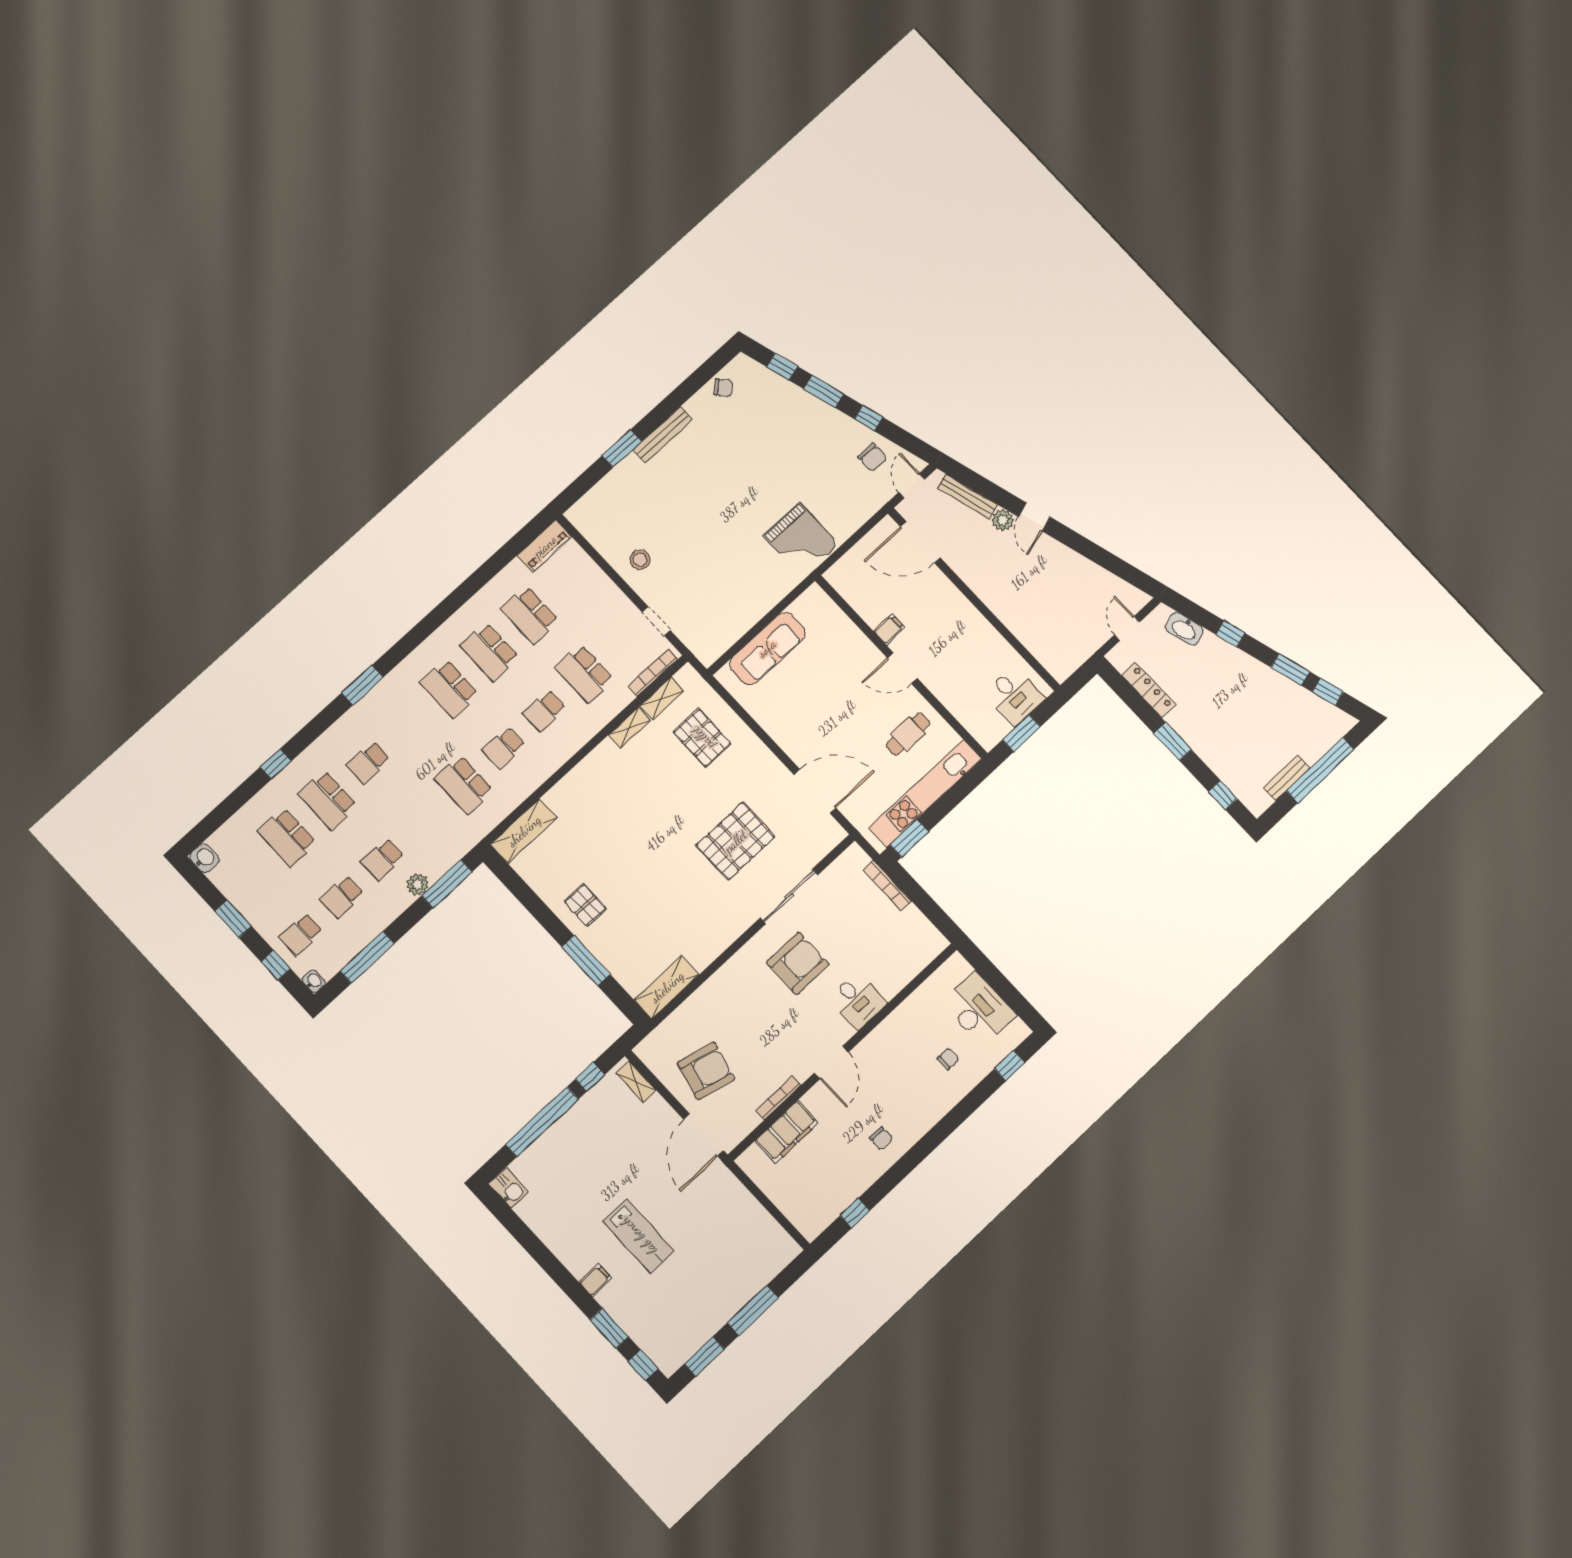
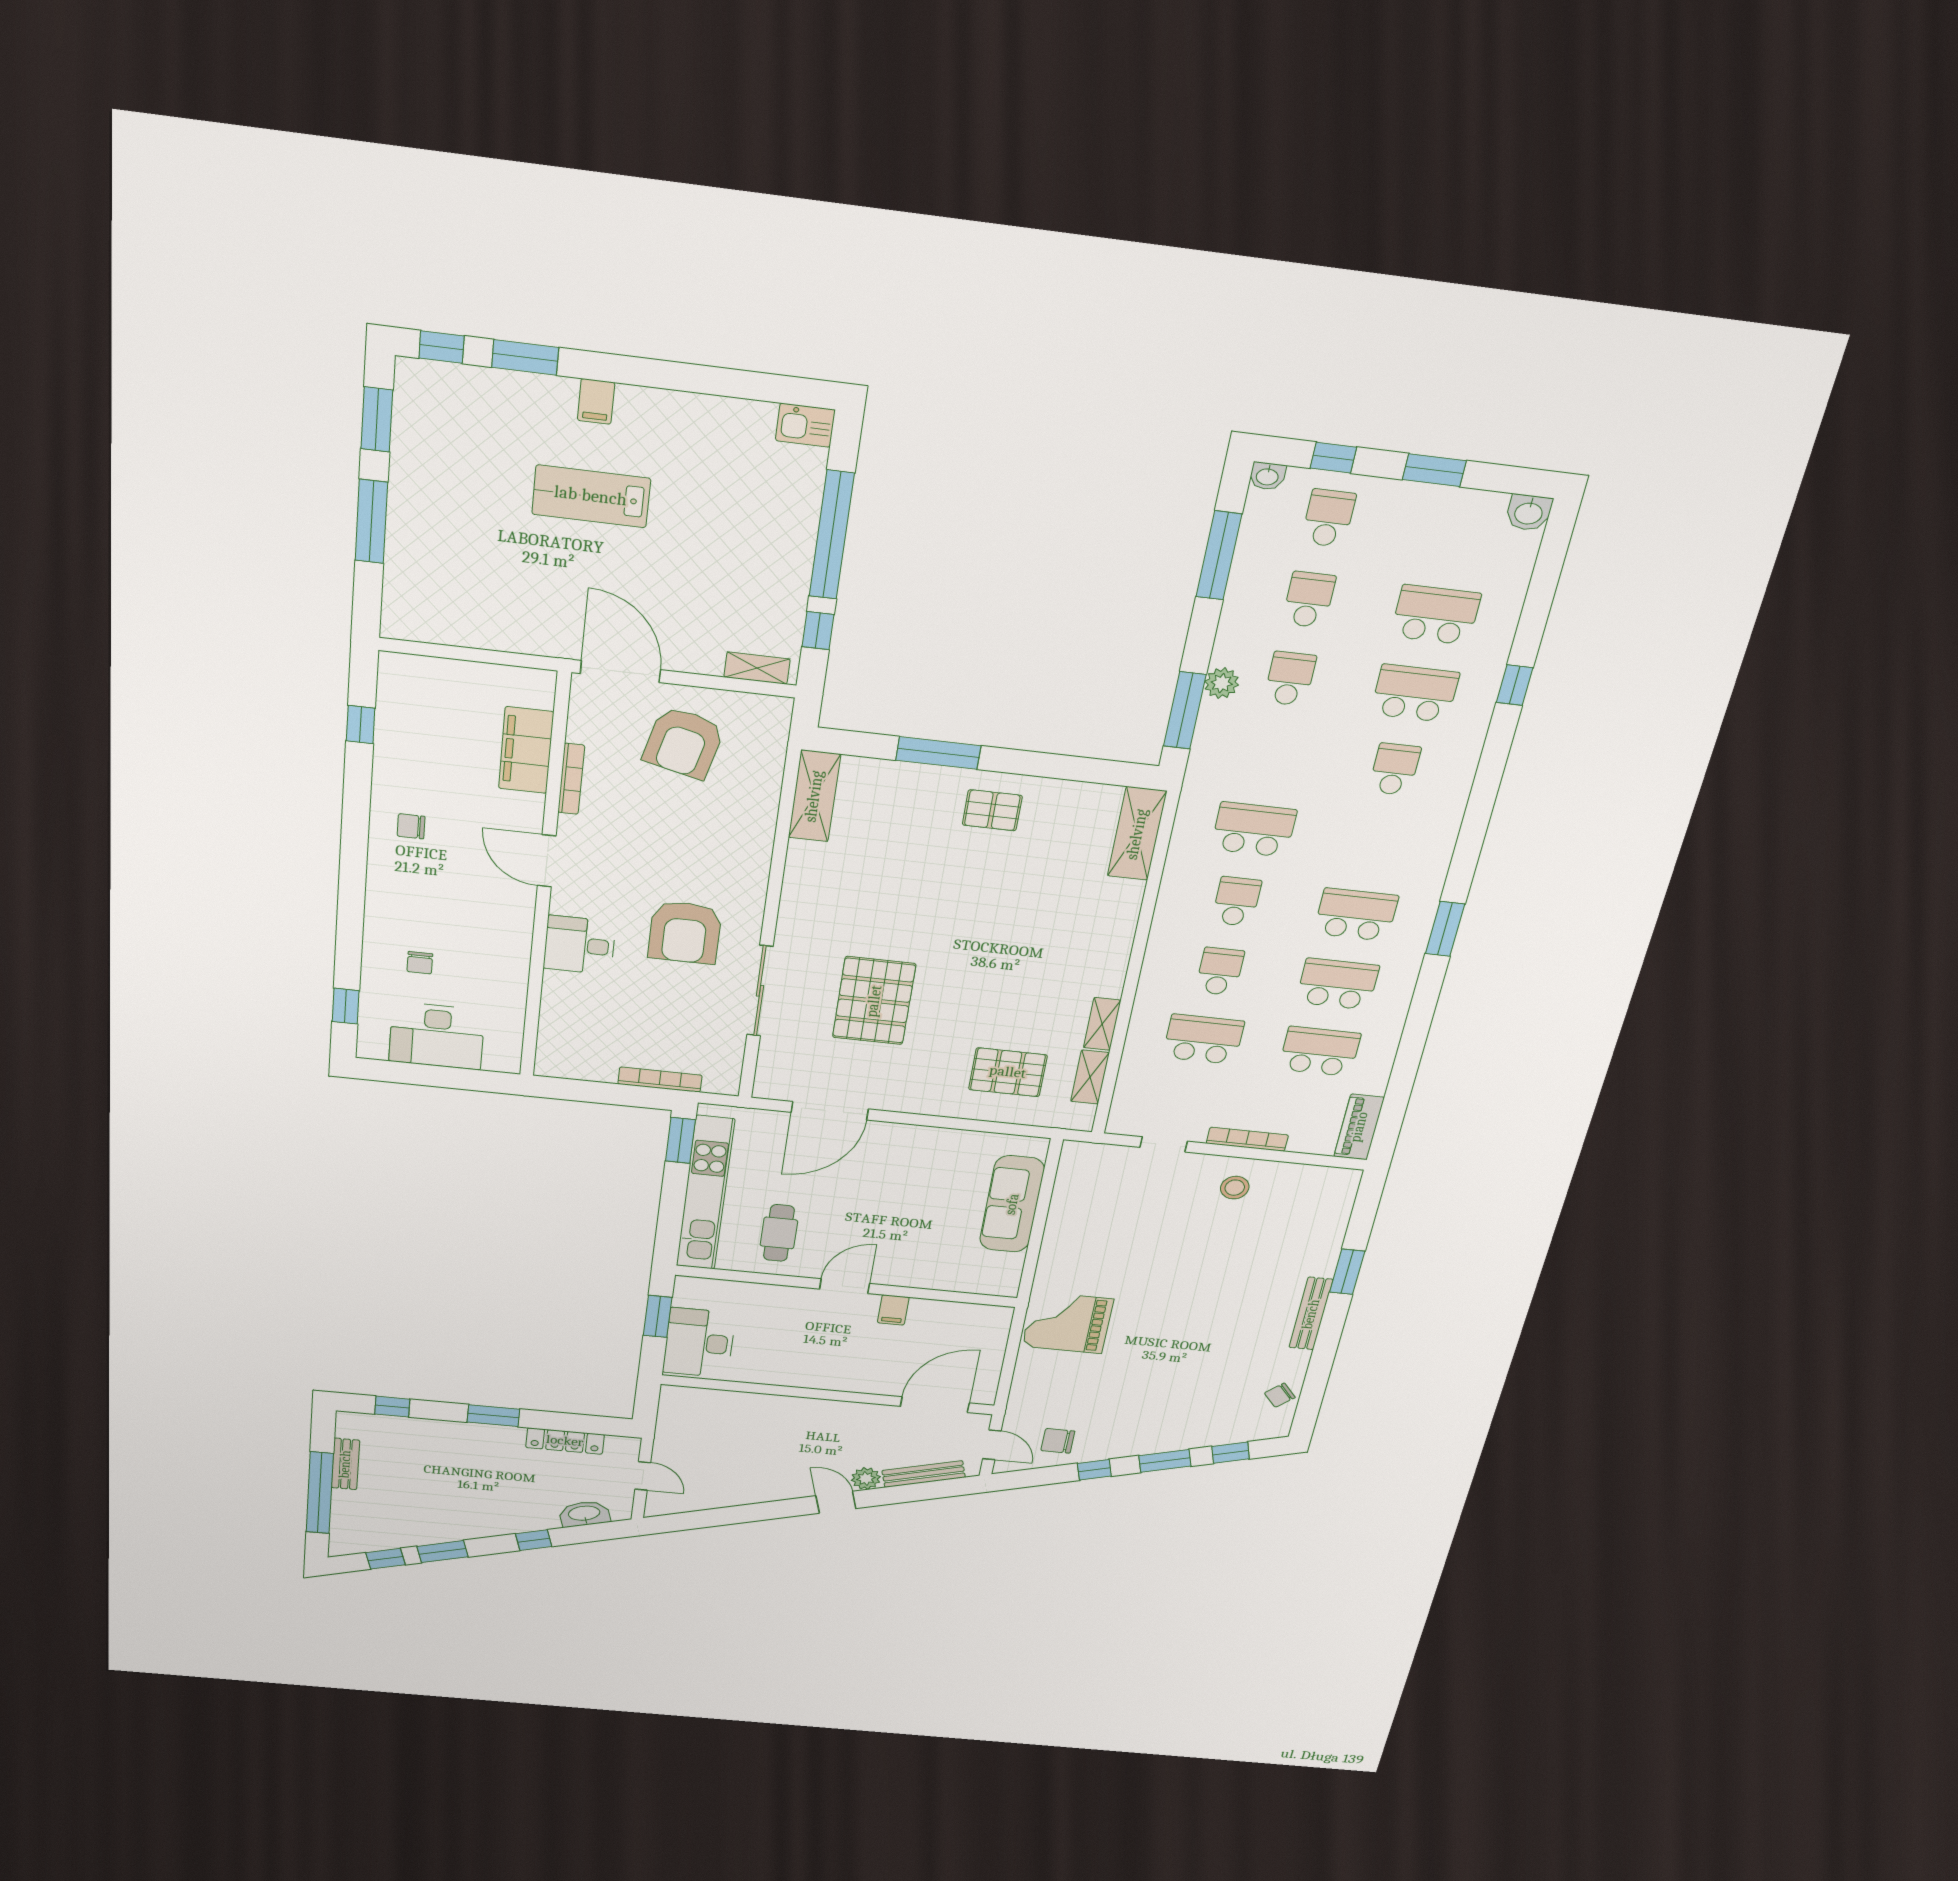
bookcase: (653, 673) -> (1247, 1139), moved, turned -90
window: (362, 685) -> (1445, 929), moved
desk: (1014, 696) -> (699, 1343), width x1.37

